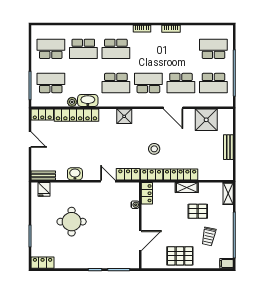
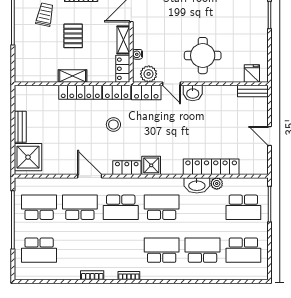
locker: (42, 115) -> (127, 168), moved
shower: (206, 120) -> (28, 157), moved
washbasin: (75, 174) -> (193, 93), moved
plant: (126, 189) -> (149, 74), added
shelving: (228, 194) -> (123, 40), moved
pallet: (198, 211) -> (73, 36), moved, turned 90
round table: (72, 222) -> (203, 56), moved

